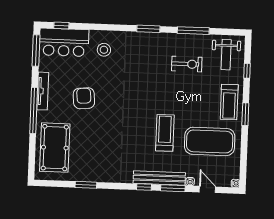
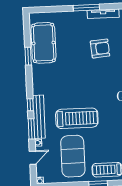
window: (34, 110) -> (86, 8), width x0.68
treadmill: (165, 133) -> (77, 118), width x1.37, depth x1.38
pool table: (55, 148) -> (44, 43), moved, turned 90

